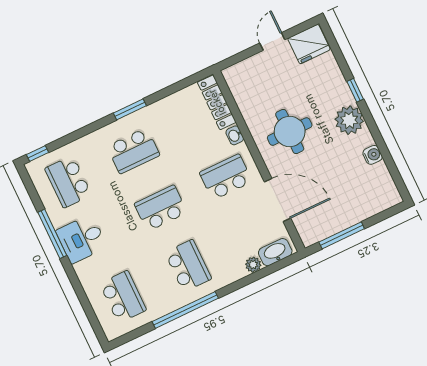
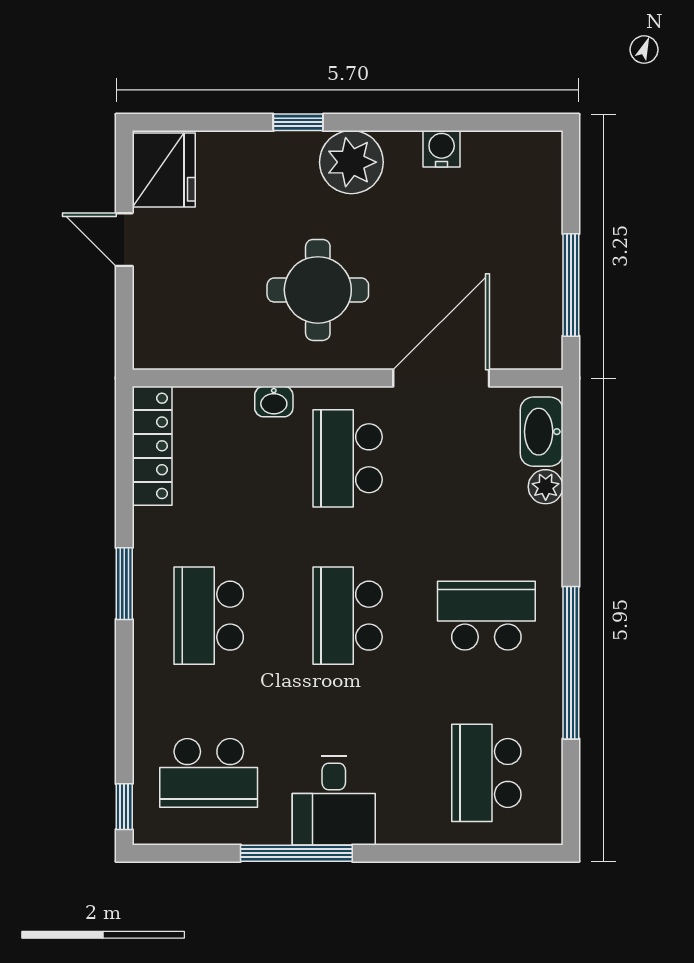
locker: (217, 102) -> (152, 446), moved, turned -90
school desk: (133, 151) -> (209, 616), turned 180
school desk: (123, 297) -> (486, 773), turned -90

